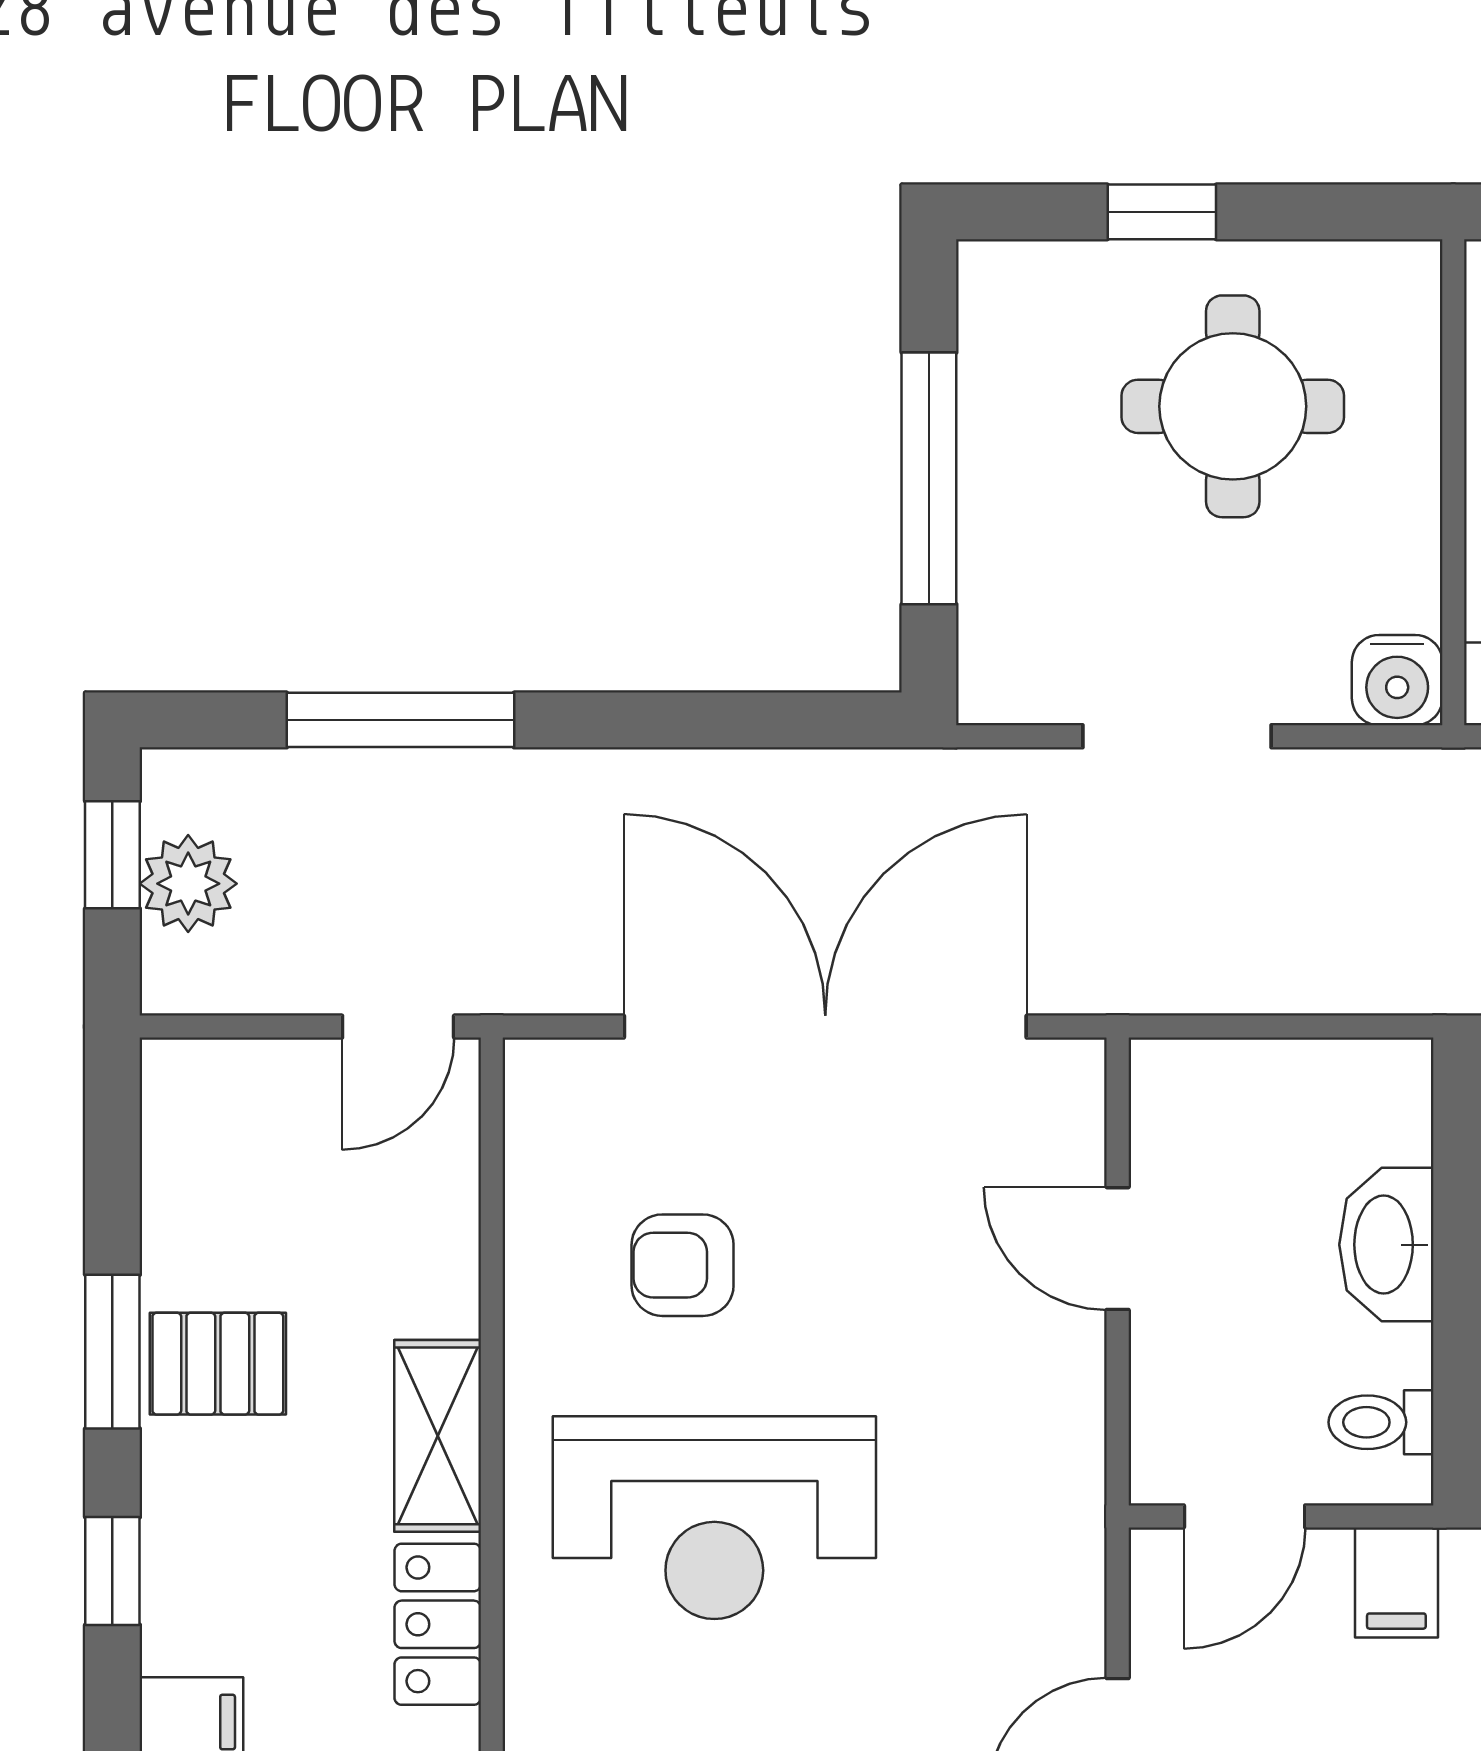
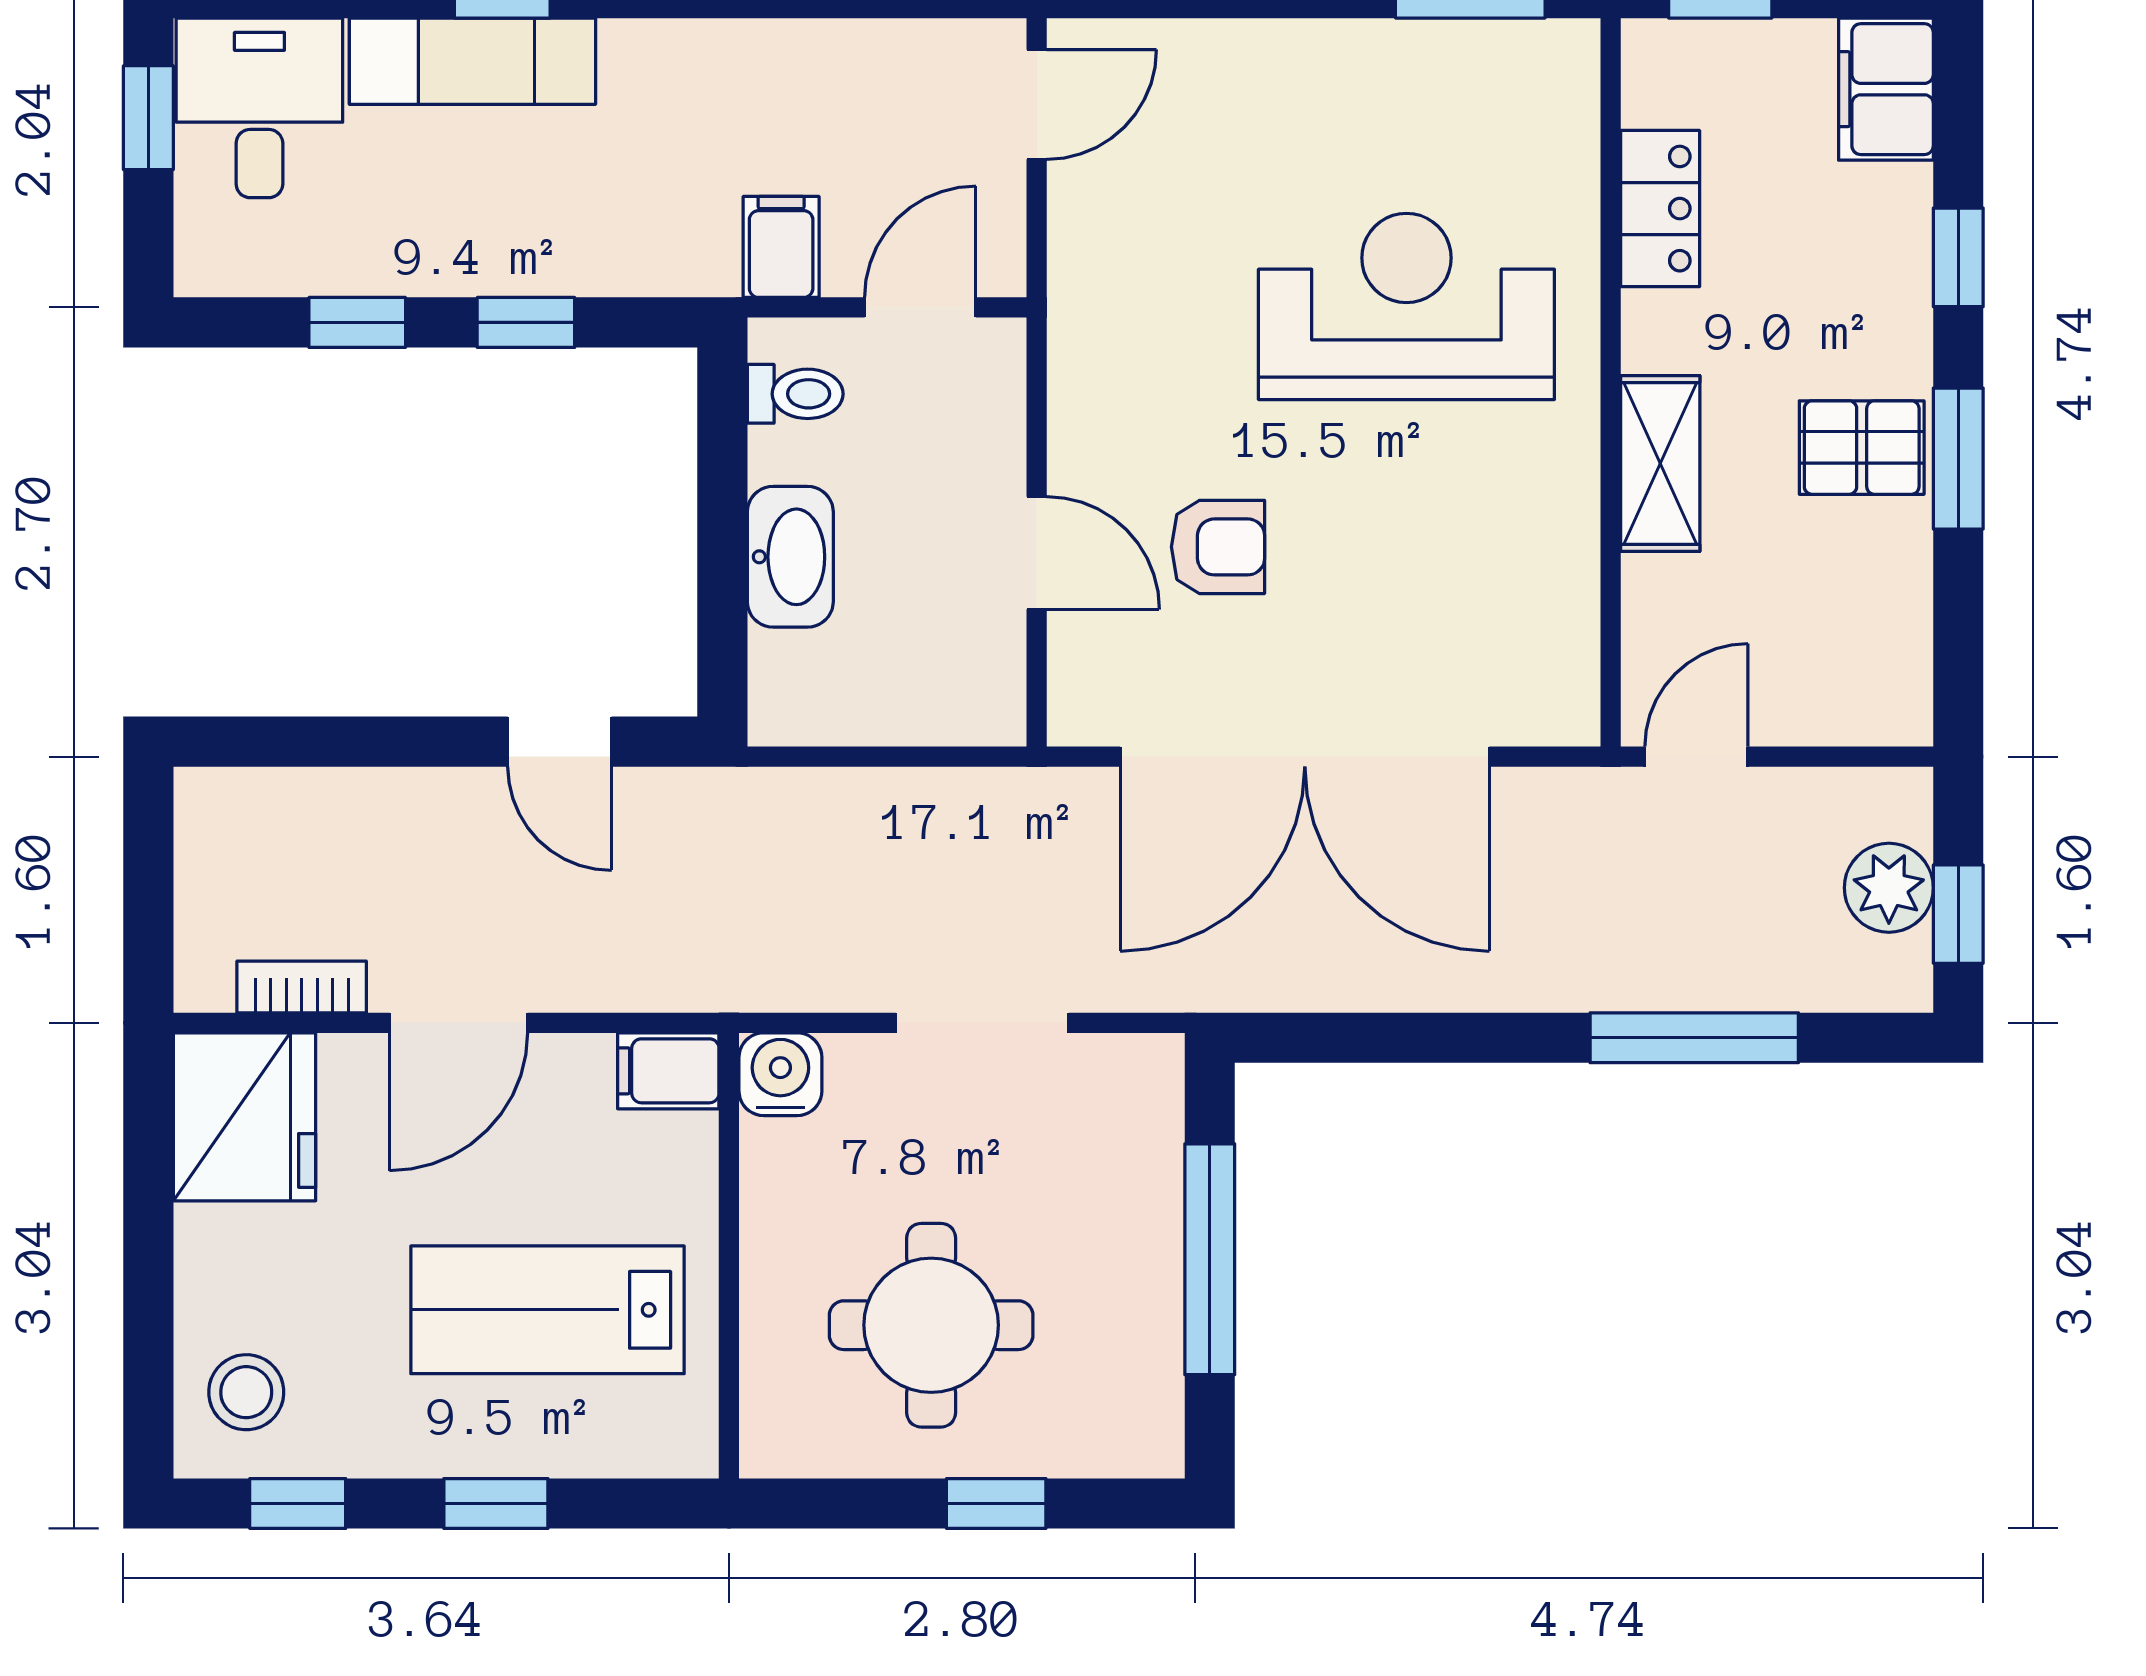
armchair: (683, 1265) -> (1218, 547), moved
shelving: (438, 1436) -> (1660, 463), moved

